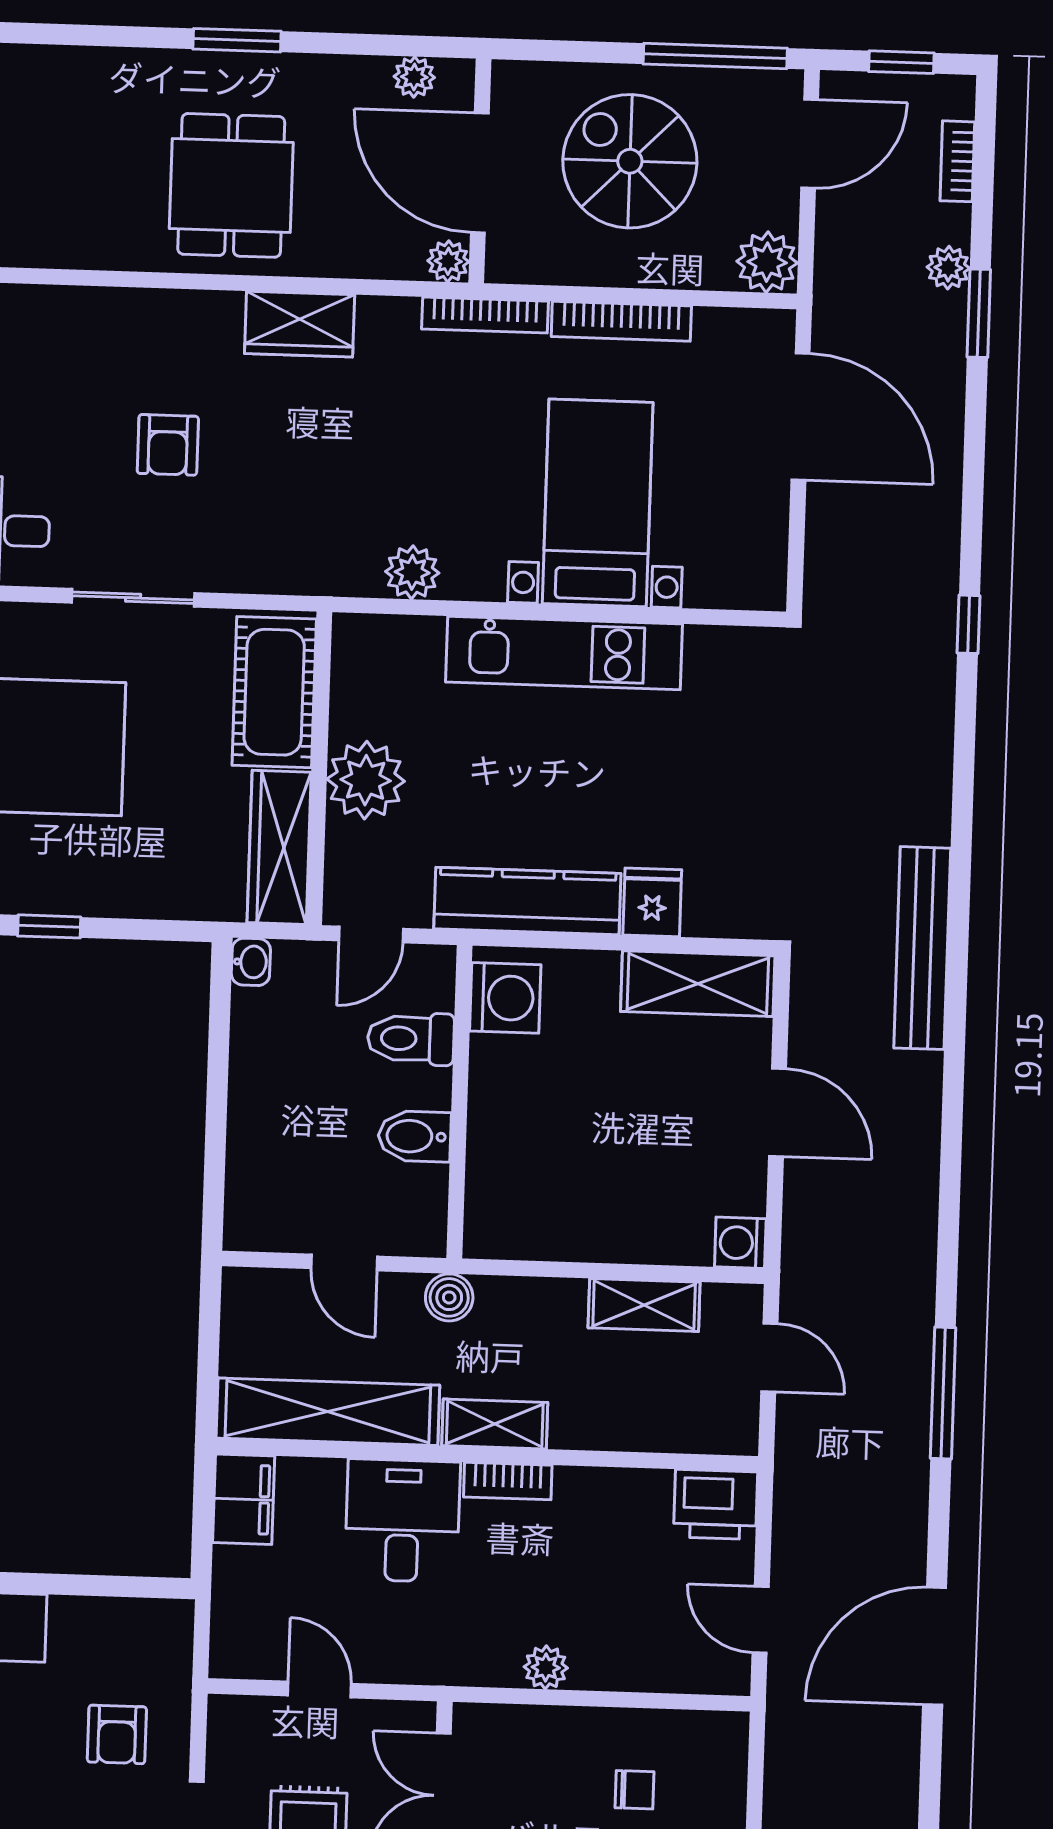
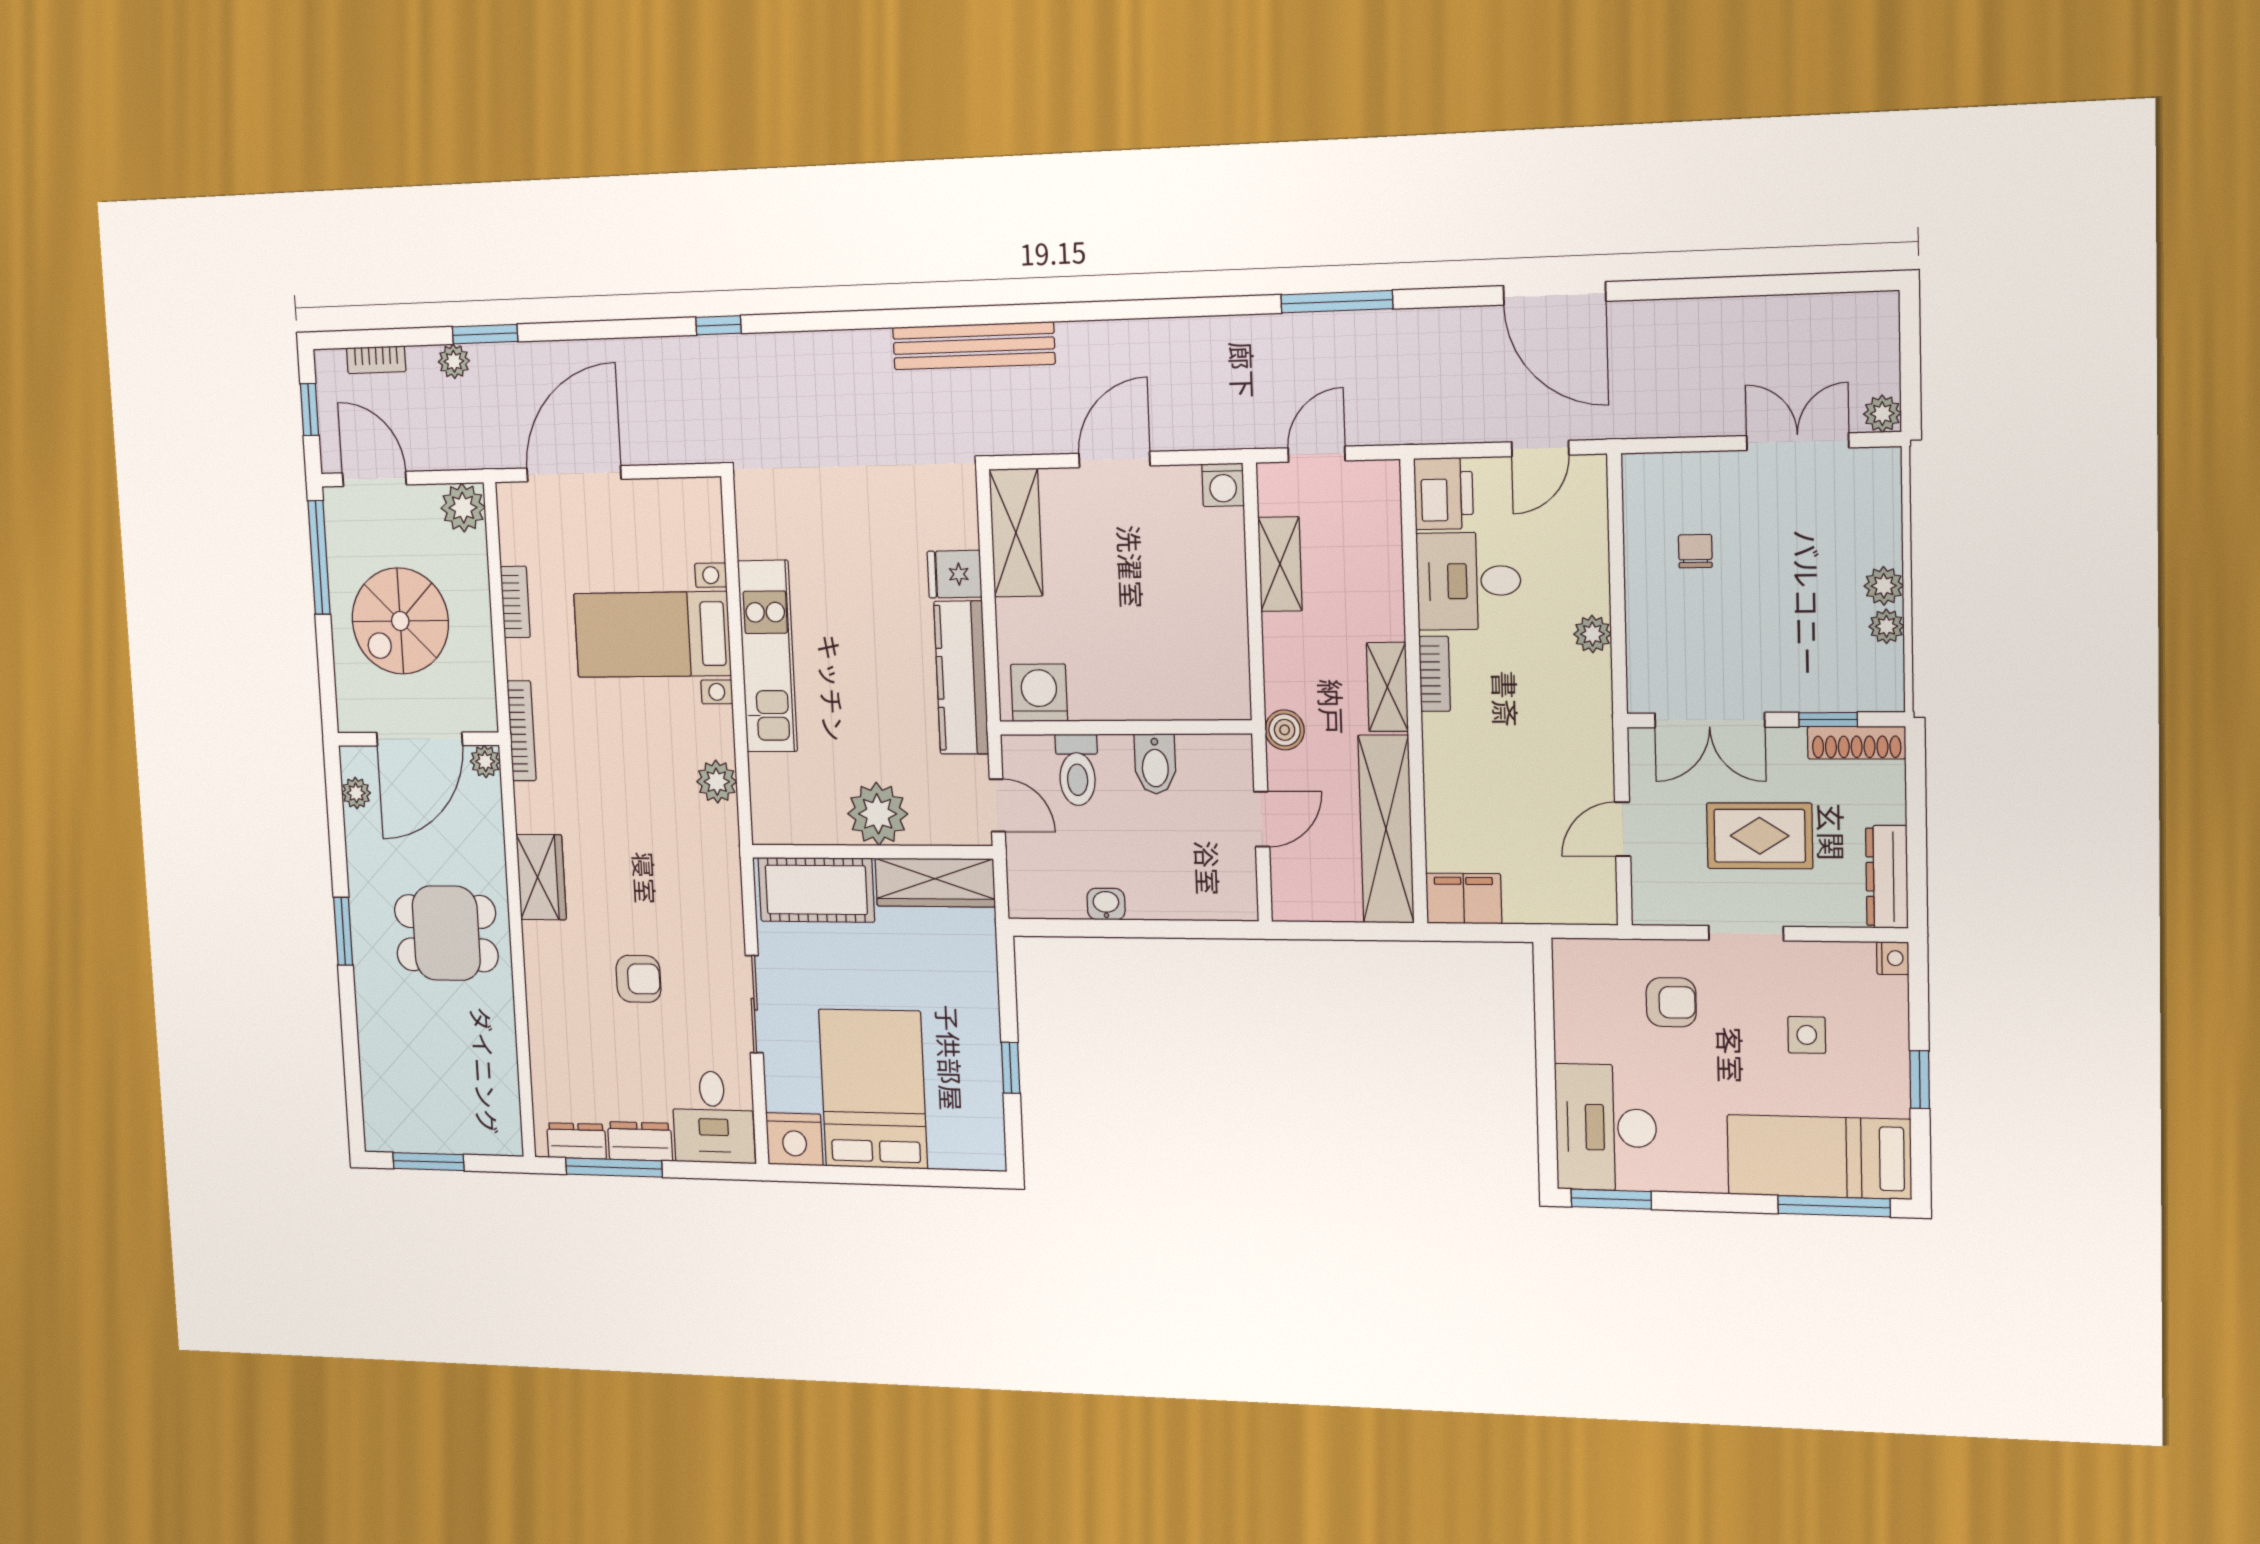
bookcase: (621, 321) -> (515, 602), width x0.64
washbasin: (251, 962) -> (1106, 904), moved
desk: (402, 1521) -> (1469, 581), moved

